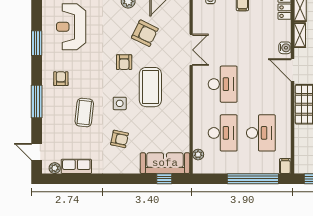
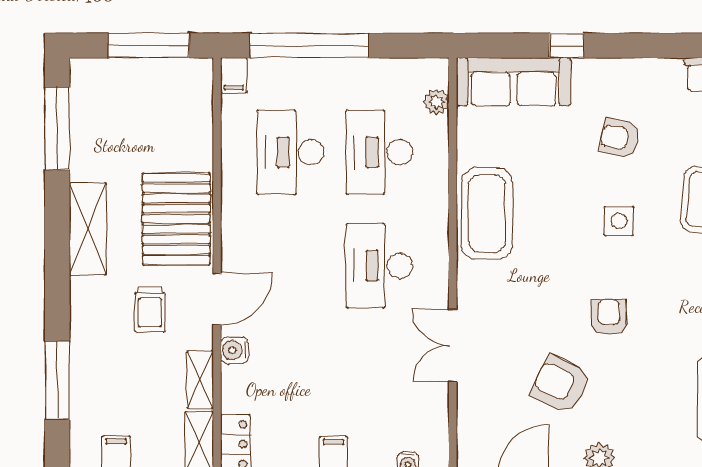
door: (293, 70) -> (217, 299), hinge flipped
coffee table: (150, 87) -> (487, 213), moved
window: (164, 179) -> (567, 45), moved

